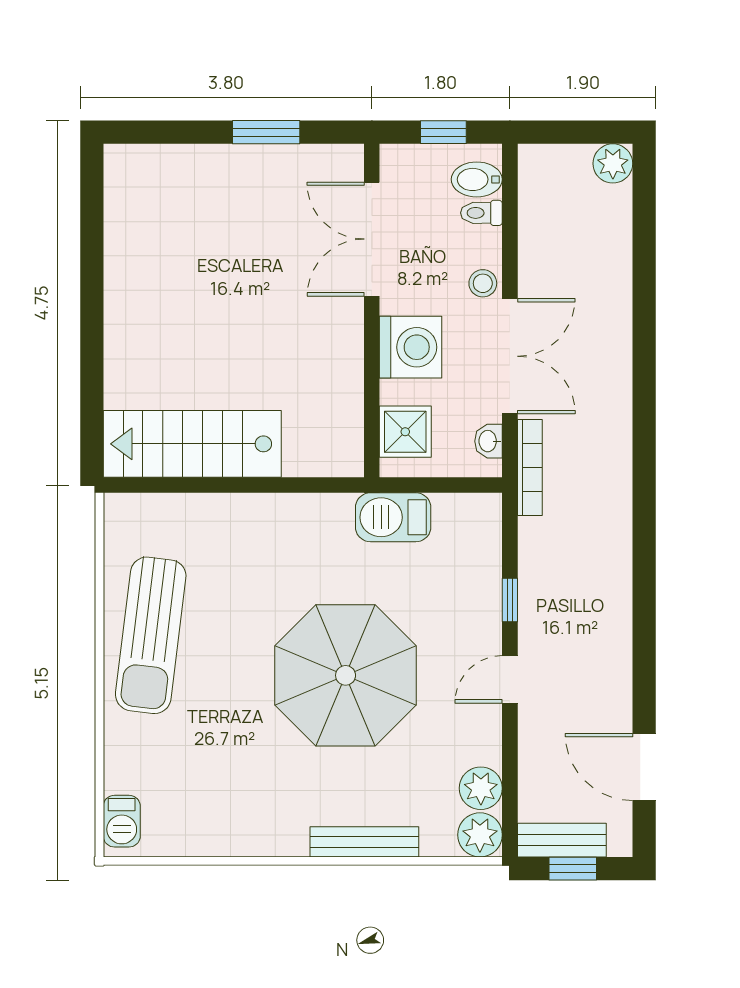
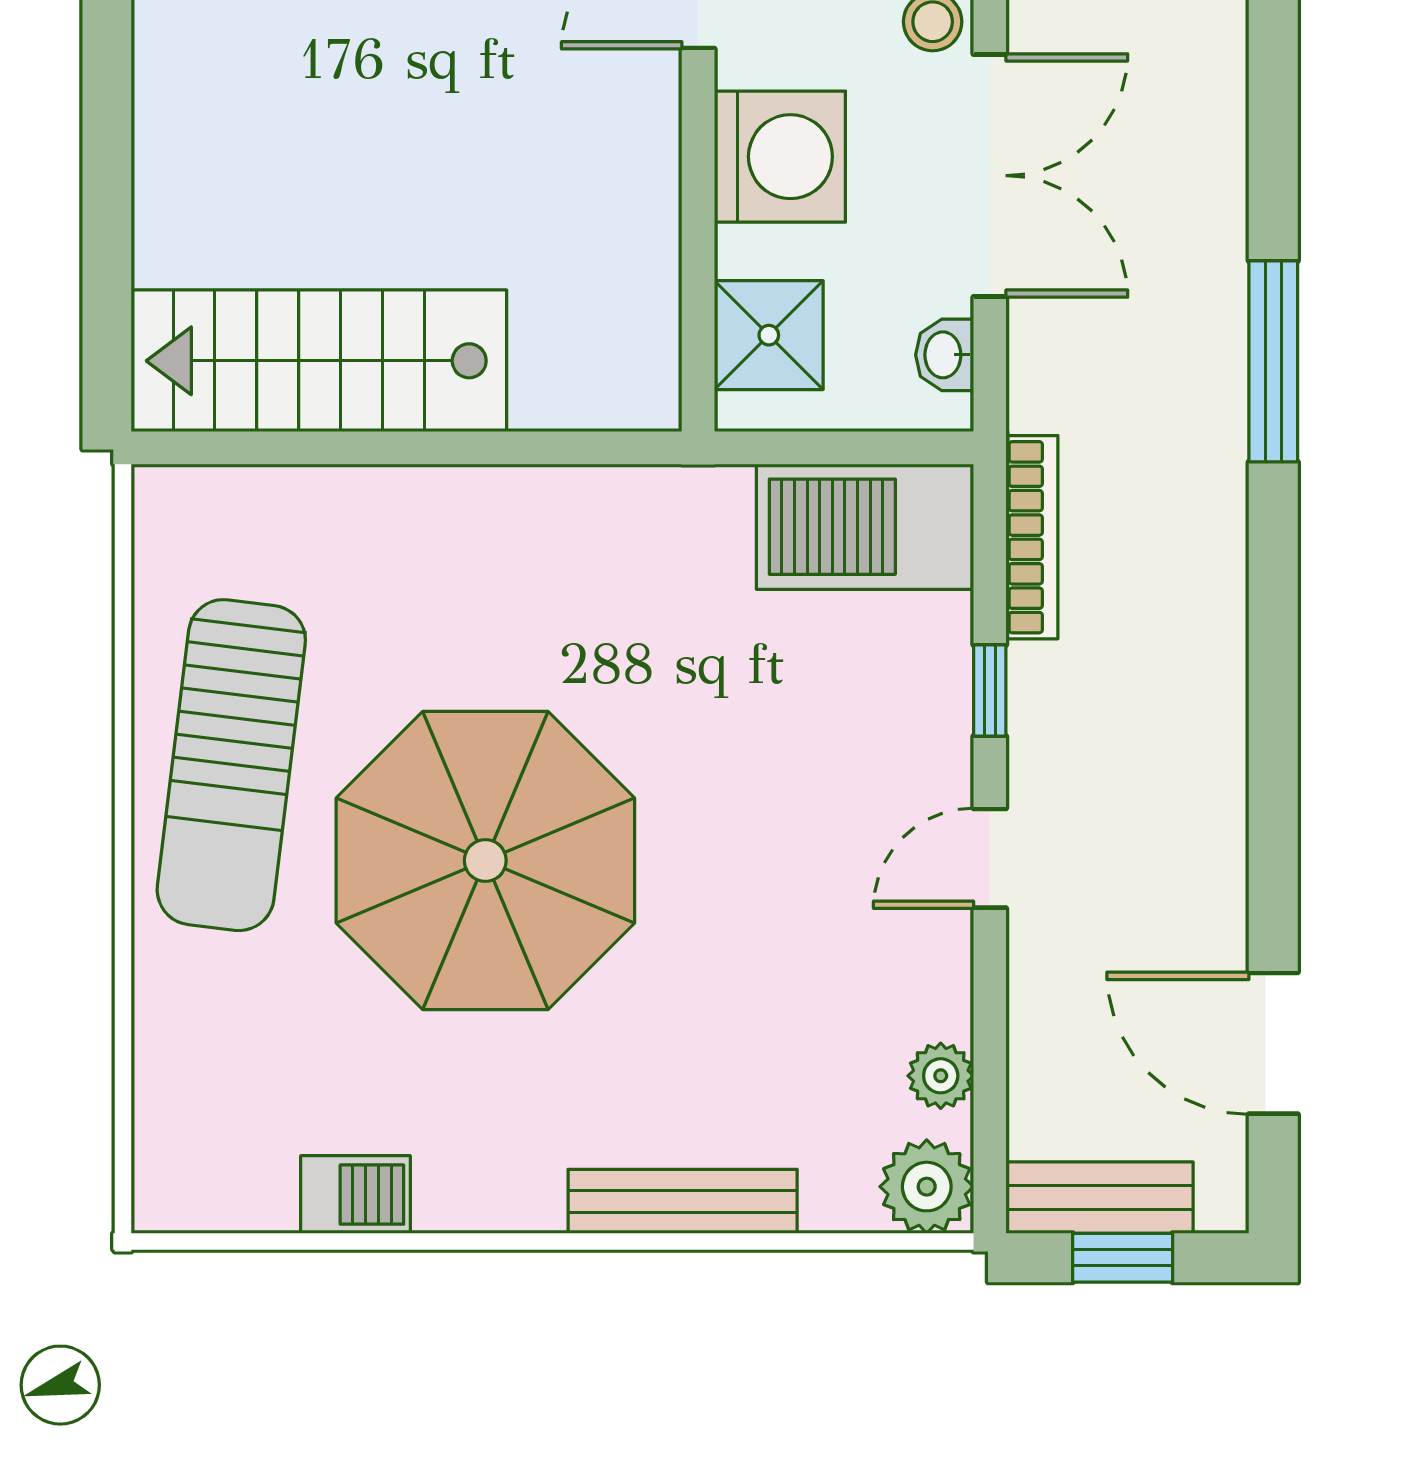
window: (644, 444) -> (1273, 361), added
bookcase: (530, 468) -> (1032, 537), moved
barbecue: (393, 517) -> (865, 527), moved, width x1.37, depth x1.21
parasol: (346, 675) -> (485, 861), moved
plant: (481, 788) -> (941, 1076), width x0.73, depth x0.73
barbecue: (122, 821) -> (356, 1195), moved, turned -90

